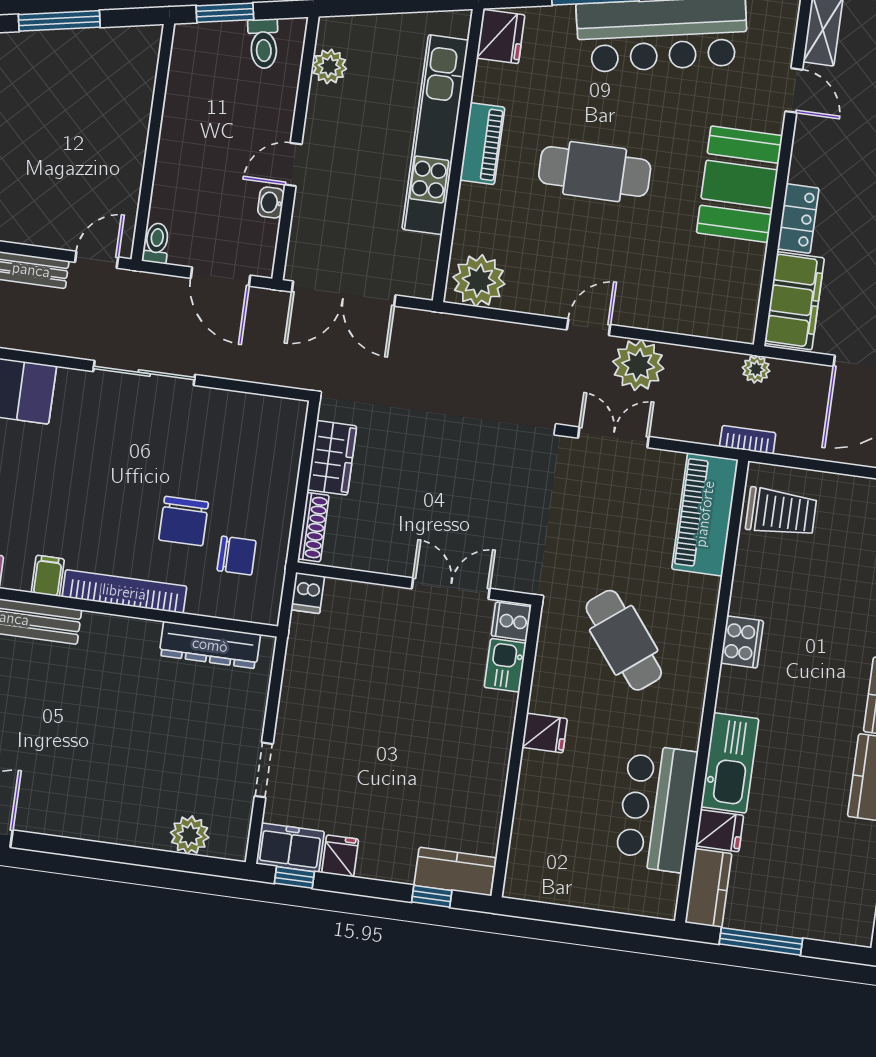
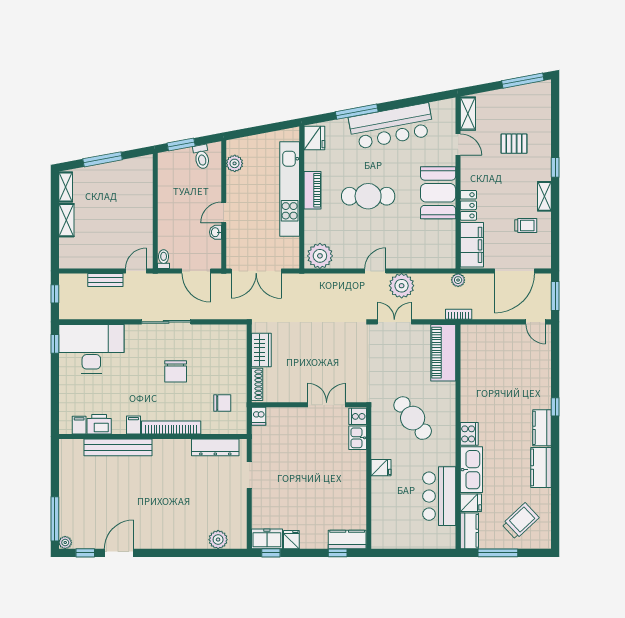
trolley: (781, 512) -> (520, 521), moved, turned -43
chair: (184, 521) -> (176, 371), moved
cooker: (742, 642) -> (469, 434), moved
doorway: (264, 770) -> (249, 475), moved

